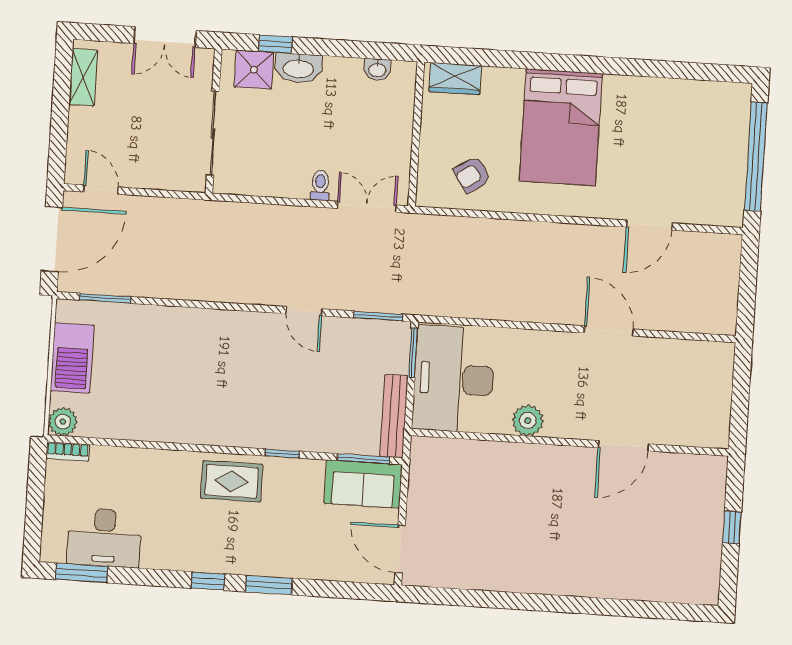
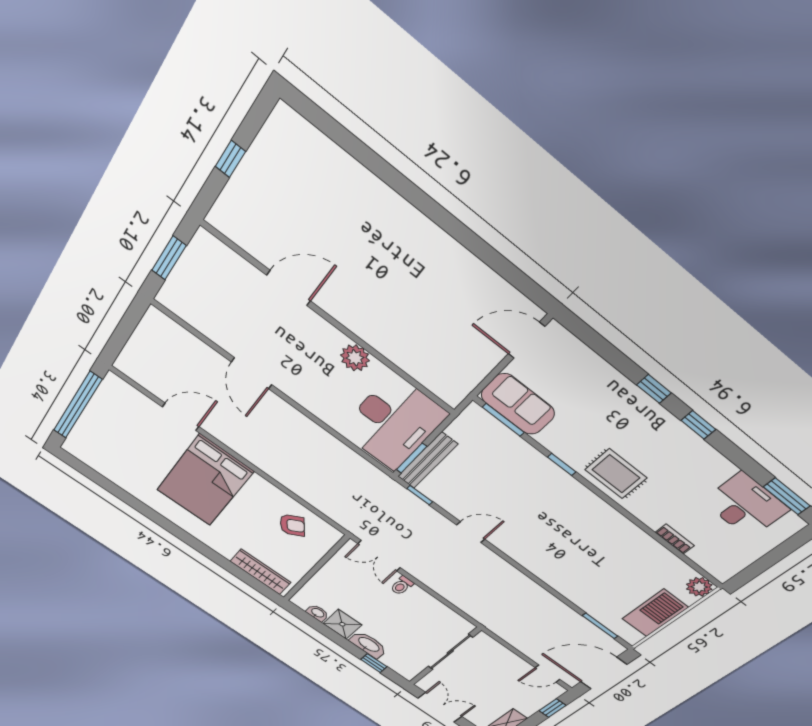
shower: (254, 70) -> (342, 624), moved
wardrobe: (455, 79) -> (261, 572), width x1.50
bed: (561, 127) -> (205, 481), moved, turned 180
window: (58, 144) -> (552, 708), added
door: (101, 190) -> (548, 674), hinge flipped
door: (304, 311) -> (471, 532), hinge flipped
window: (378, 316) -> (420, 495), width x0.67
window: (740, 396) -> (169, 258), added
bench: (394, 416) -> (427, 460), moved
bookcase: (68, 451) -> (675, 539), moved
door: (400, 549) -> (526, 340), swing flipped
window: (269, 585) -> (654, 389), width x0.67

